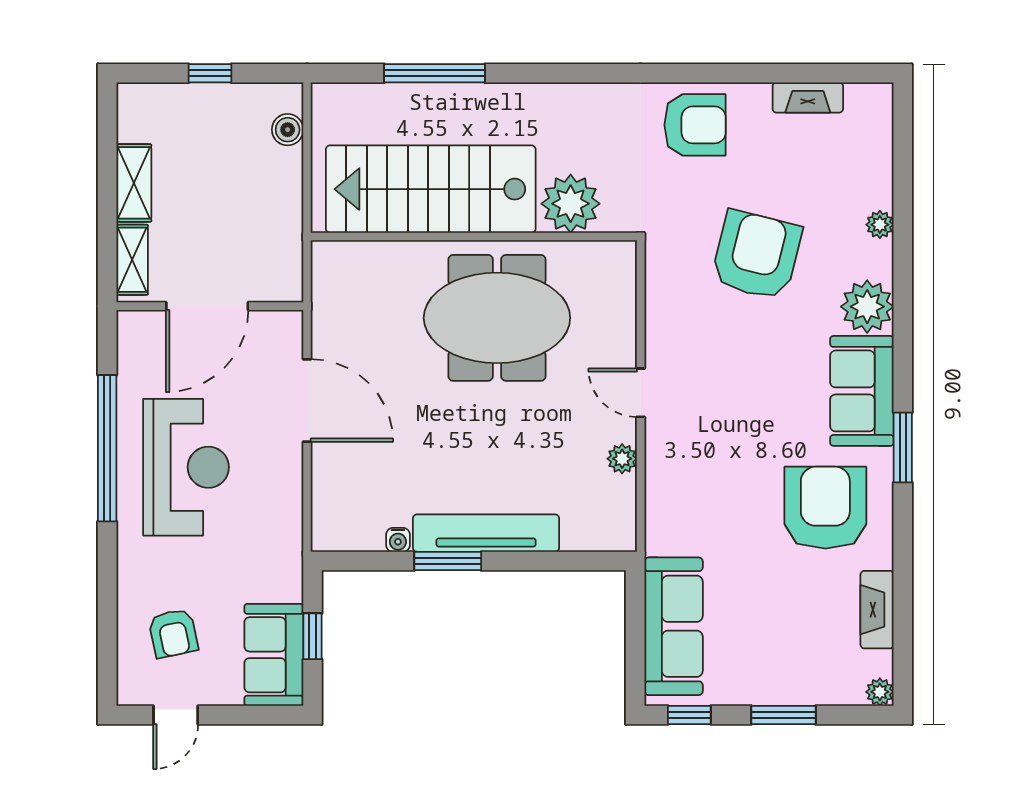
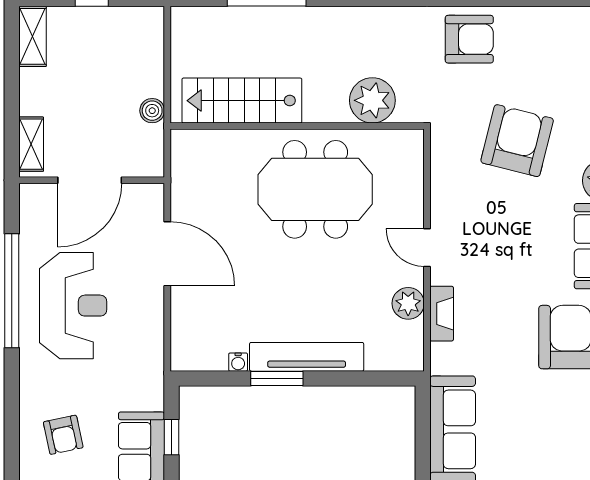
fireplace: (808, 98) -> (442, 314), moved, turned -90
boiler: (288, 130) -> (152, 111), moved
shelving: (134, 183) -> (33, 36), moved
stairs: (431, 189) -> (242, 101), width x0.73, depth x0.66
plant: (622, 459) -> (408, 303), width x1.38, depth x1.38

